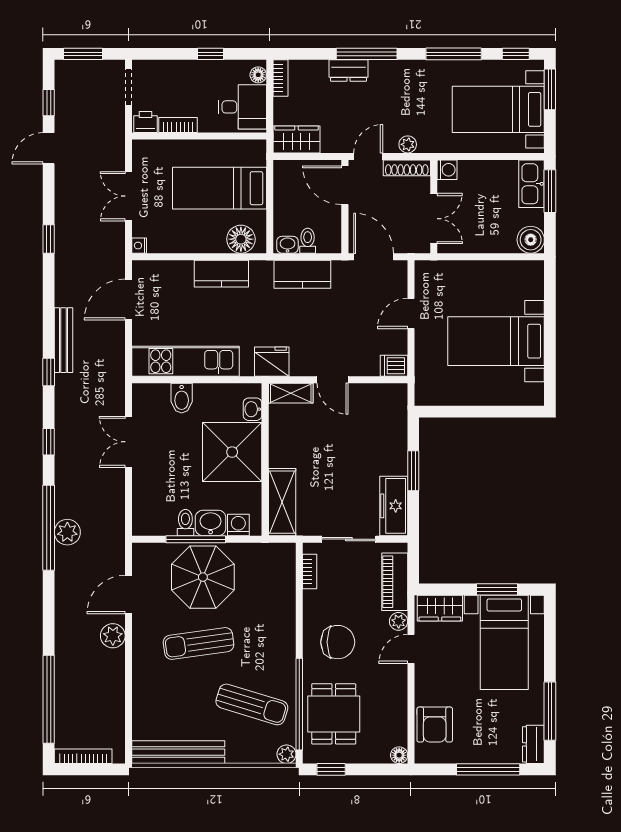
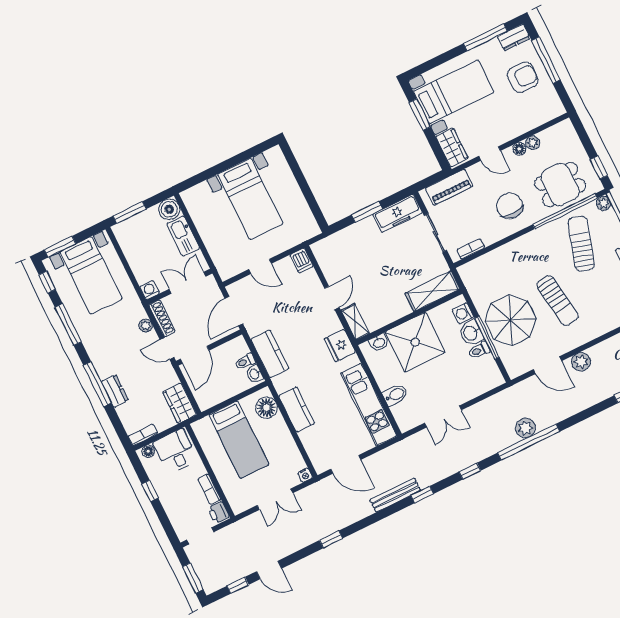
kitchen sink: (532, 184) -> (183, 236), moved, turned 90
plant: (399, 621) -> (533, 143), moved
armchair: (435, 725) -> (523, 77), moved
floor lamp: (399, 755) -> (519, 149), moved

